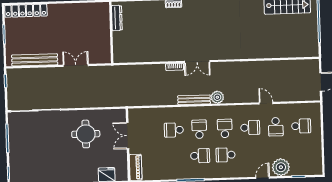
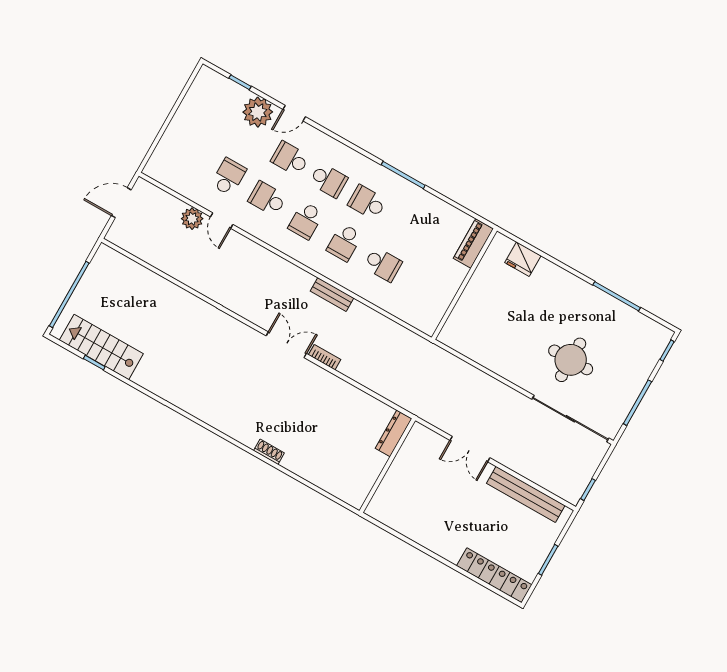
dresser: (117, 18) -> (394, 433), moved
plant: (217, 97) -> (192, 219), moved
bench: (194, 100) -> (332, 295), width x0.73
school desk: (301, 126) -> (290, 159), moved
round table: (86, 134) -> (571, 360), moved
double door: (128, 136) -> (456, 298), removed

